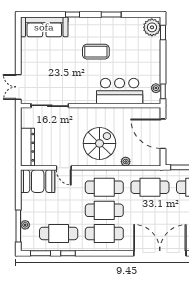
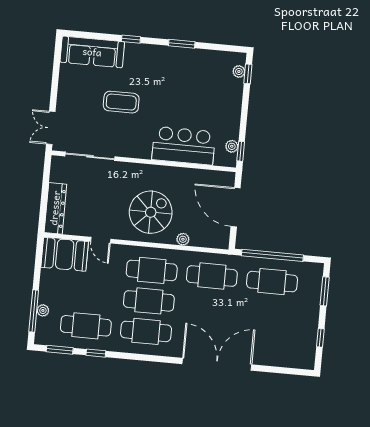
plant: (152, 27) -> (239, 72), width x0.53, depth x0.53
coffee table: (96, 52) -> (121, 102), moved

